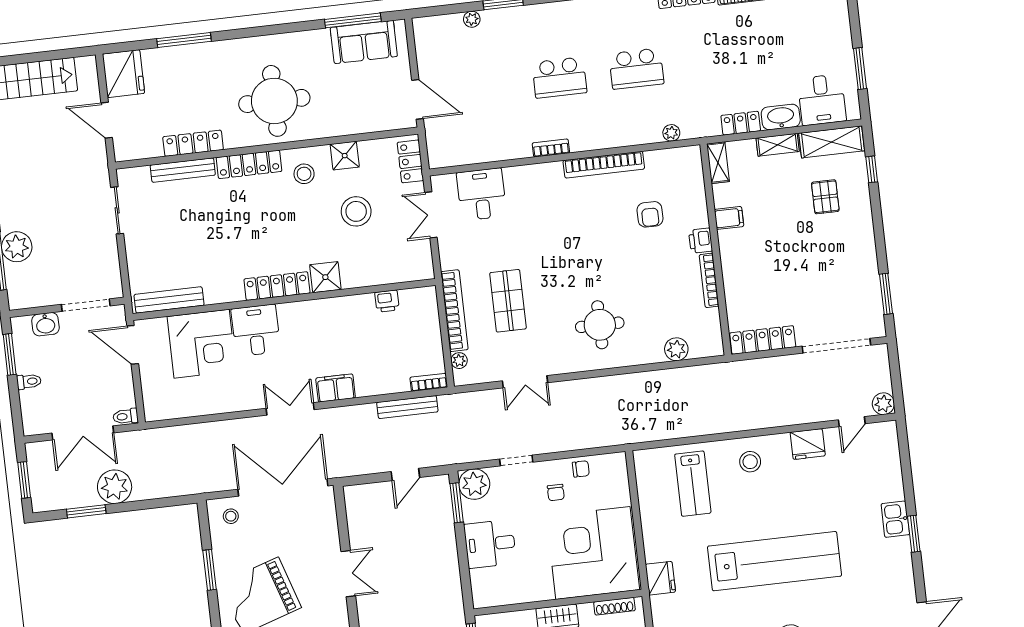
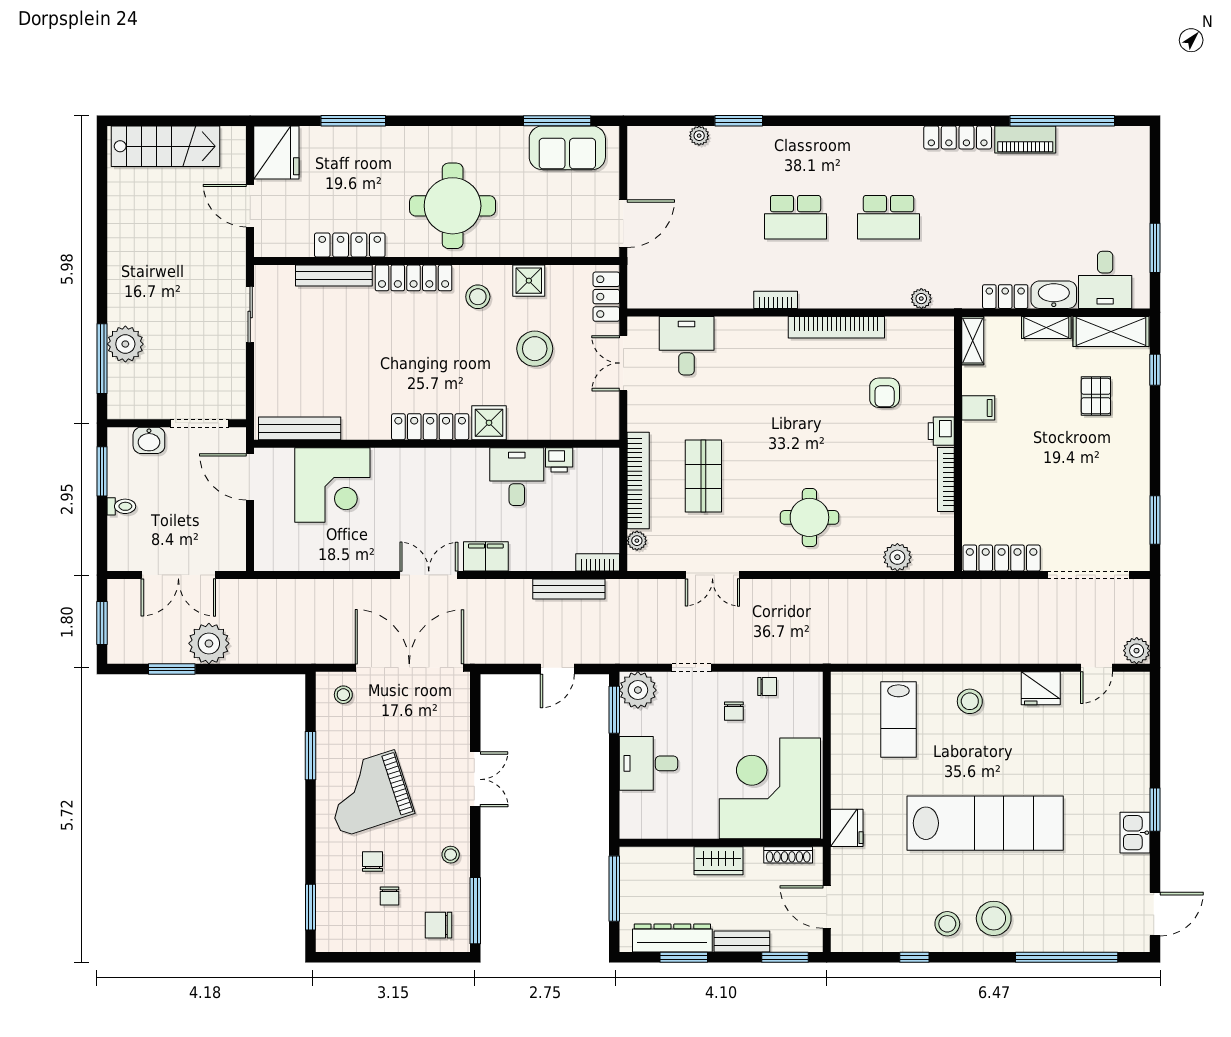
door: (418, 99) -> (623, 224), hinge flipped
desk: (256, 330) -> (517, 477), moved
toilet: (126, 416) -> (232, 561), removed
kitchen sink: (895, 519) -> (1135, 833), moved

